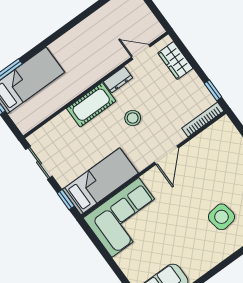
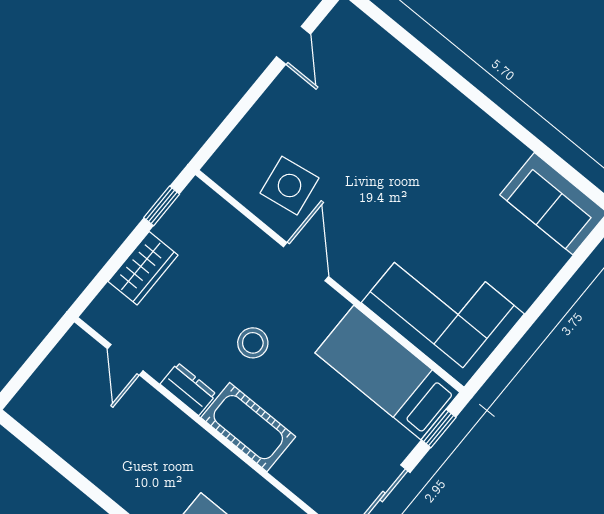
wardrobe: (175, 61) -> (143, 268), moved
bookcase: (203, 120) -> (222, 211), removed
door: (166, 155) -> (306, 262), hinge flipped
side table: (221, 217) -> (289, 186), moved

